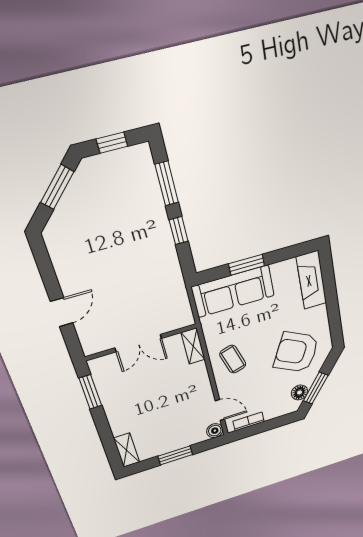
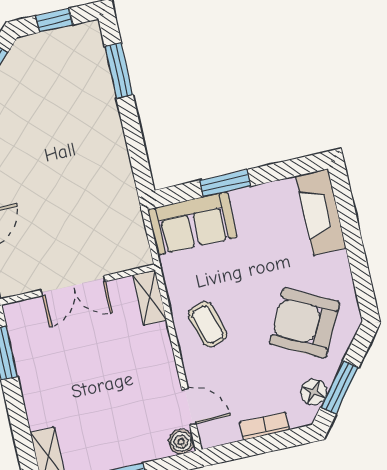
window: (179, 231) -> (133, 131), removed
sofa: (233, 291) -> (192, 223), width x0.73
bookcase: (249, 422) -> (265, 426), moved

